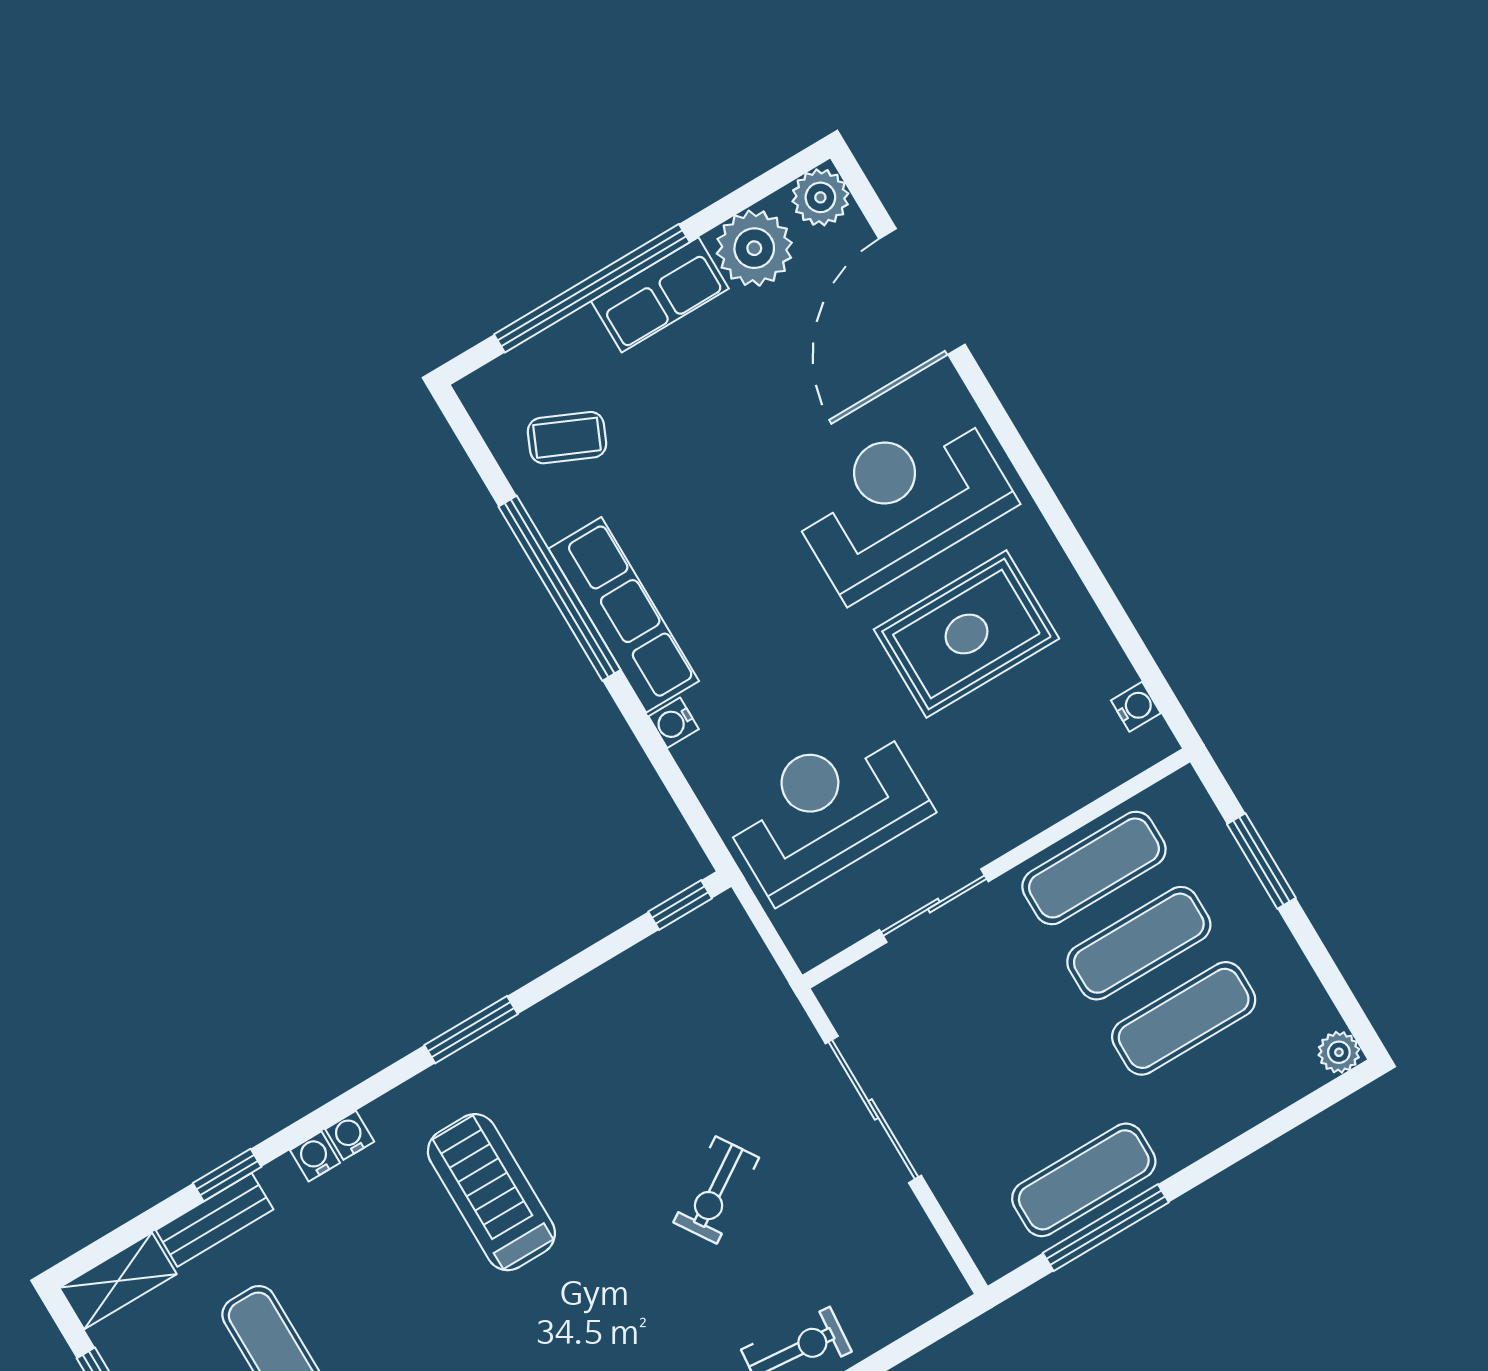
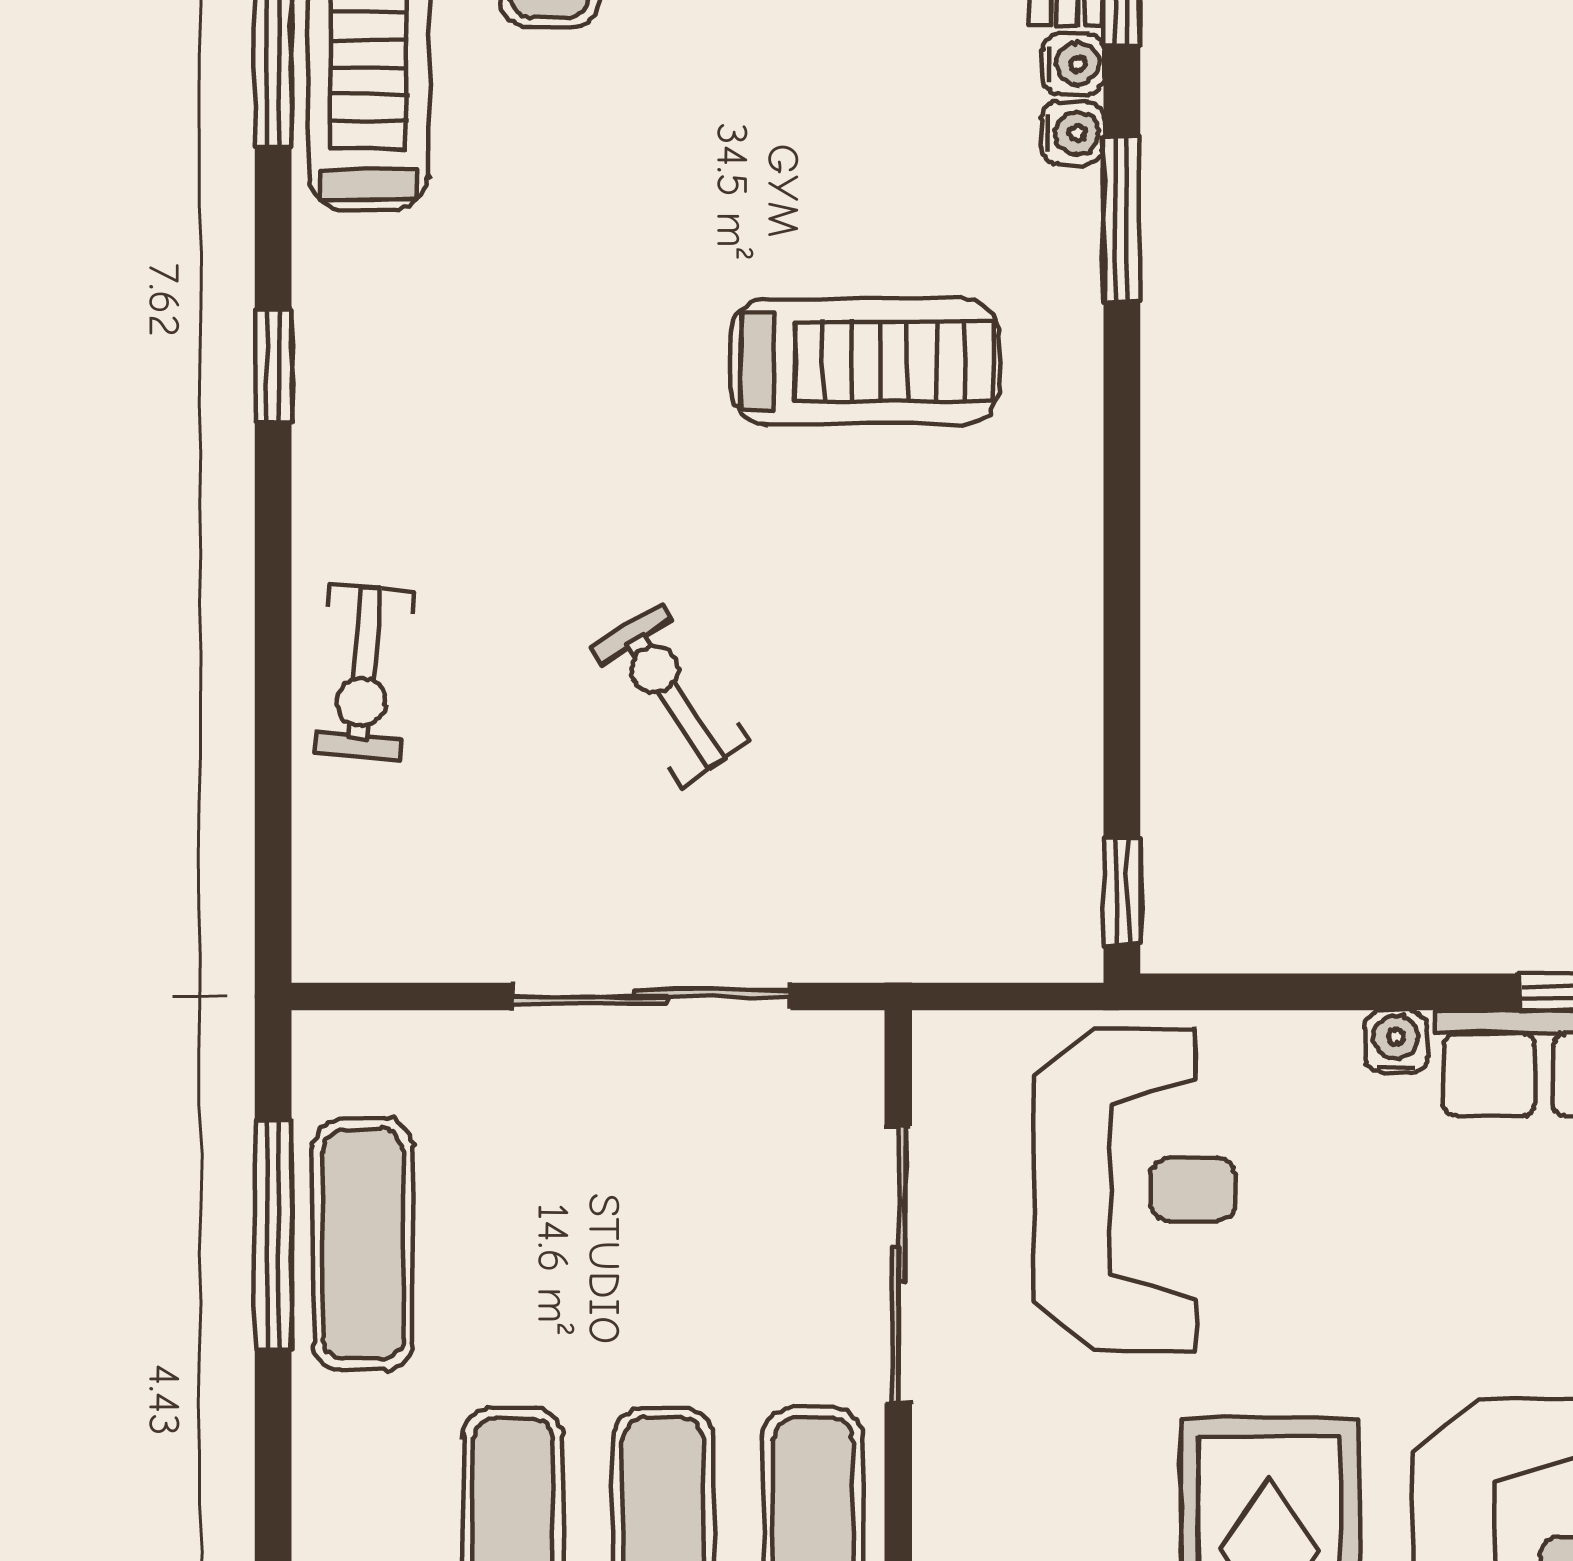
sliding door: (934, 906) -> (898, 1265), width x1.37
window: (471, 1030) -> (1122, 219), moved
water cooler: (350, 1135) -> (1073, 64), moved

